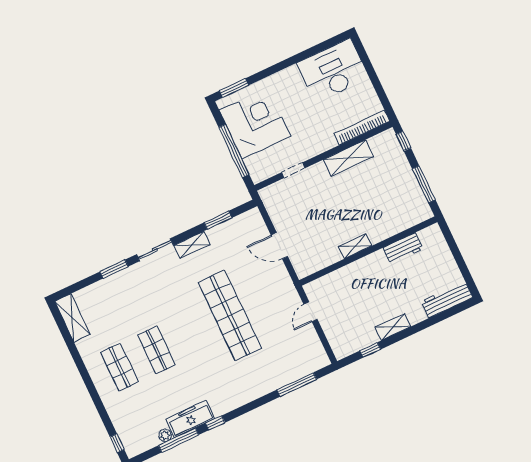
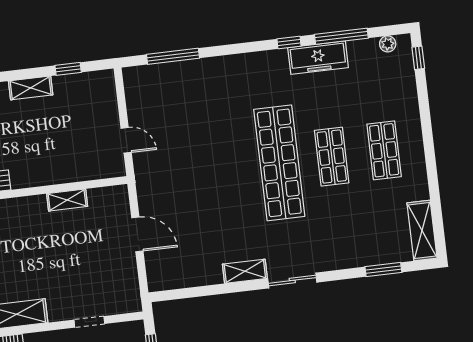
window: (218, 220) -> (202, 291), removed
shelving: (355, 246) -> (67, 200), moved
window: (114, 269) -> (383, 270), moved
door: (310, 312) -> (126, 140), hinge flipped
shop shelf: (230, 315) -> (279, 163), moved
plant: (165, 435) -> (388, 44), moved

